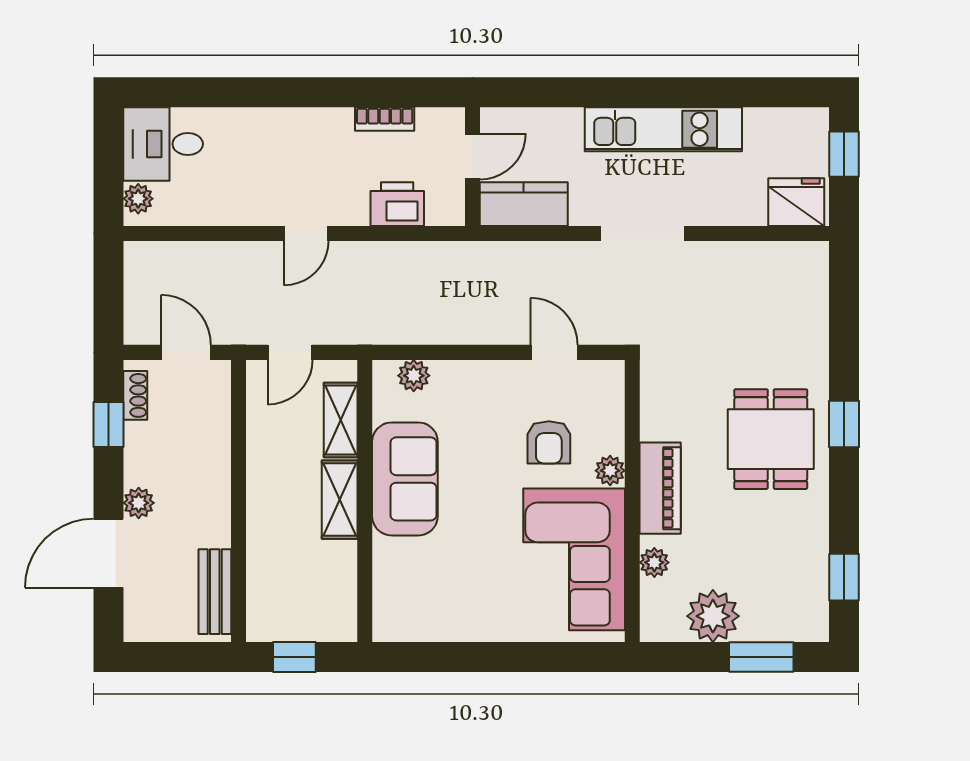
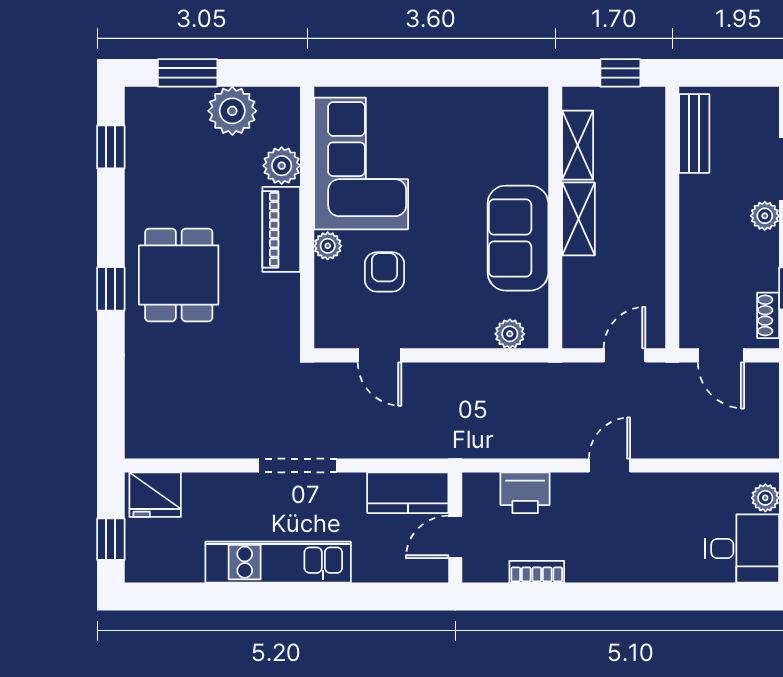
shelving: (341, 420) -> (578, 145), moved
plant: (654, 562) -> (282, 166), width x1.38, depth x1.38

